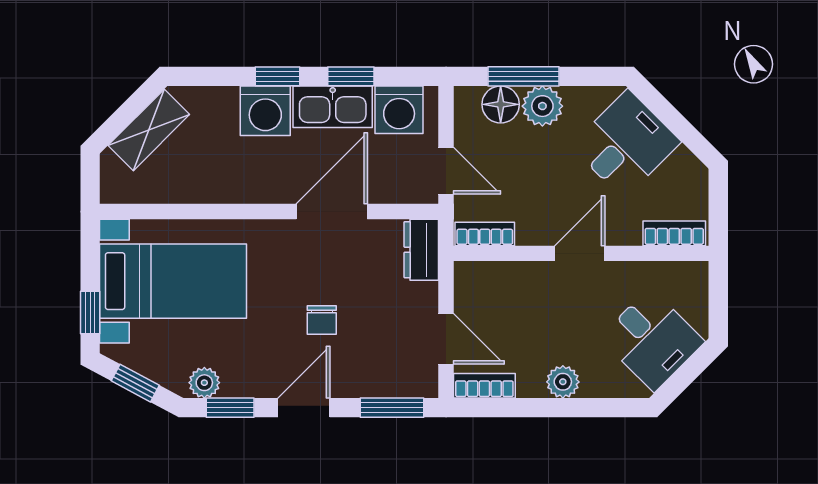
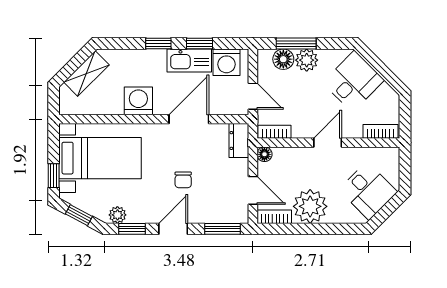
washing machine: (265, 111) -> (138, 101), moved, turned 180
floor lamp: (467, 274) -> (264, 154), added
plant: (563, 382) -> (310, 206), width x1.87, depth x1.87

